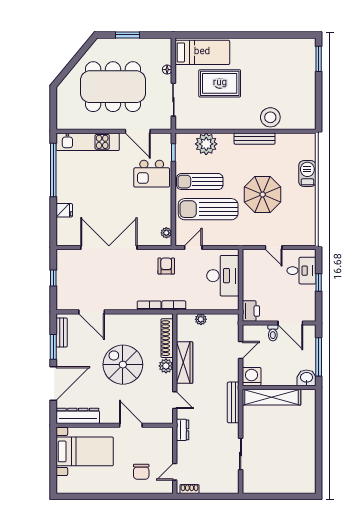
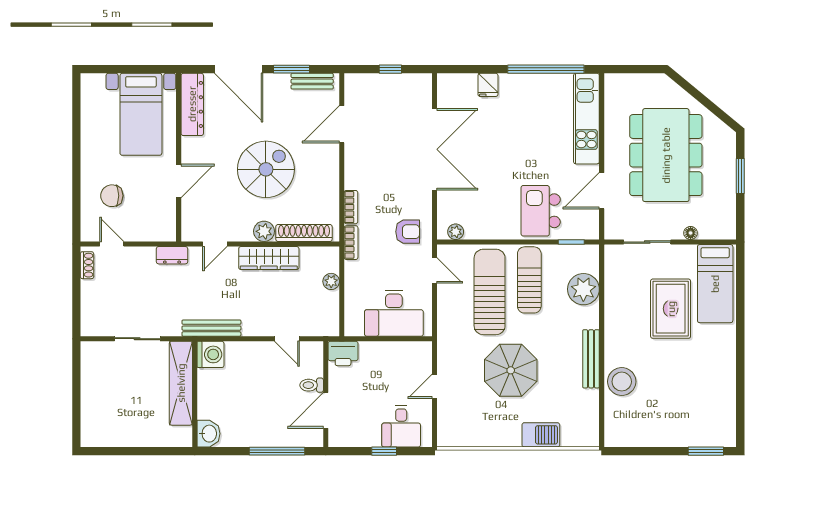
washing machine: (252, 377) -> (210, 354), moved
washbasin: (307, 378) -> (209, 434), moved
wall: (279, 387) -> (195, 394), moved
shelving: (272, 397) -> (181, 383), moved

